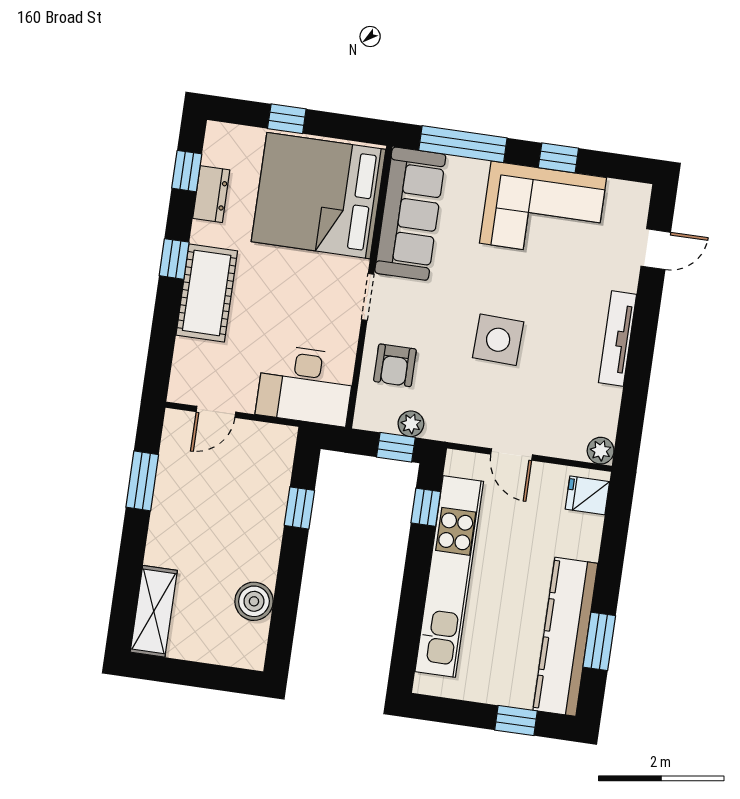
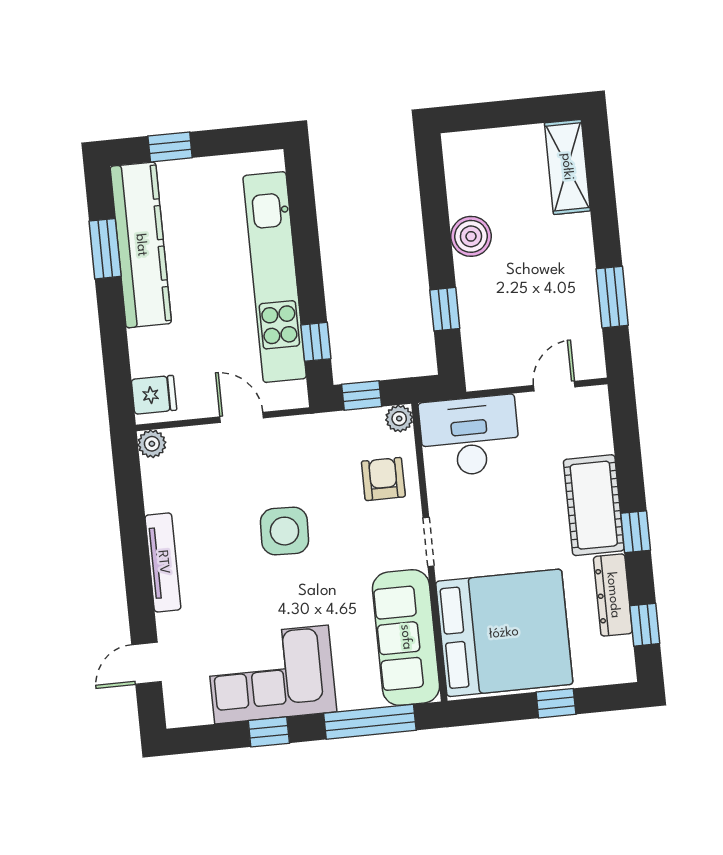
dresser: (211, 194) -> (613, 595), width x1.44
plant: (411, 424) -> (399, 419), moved
boiler: (254, 601) -> (471, 236), moved

